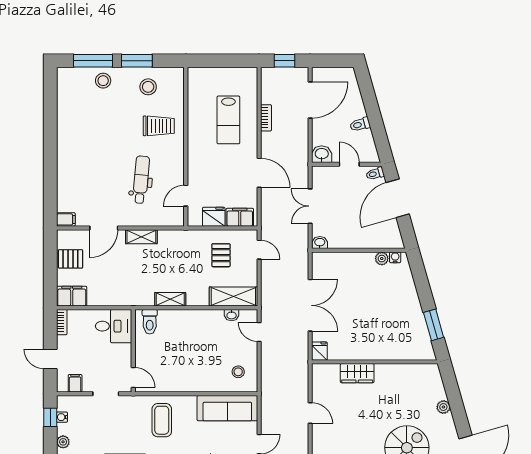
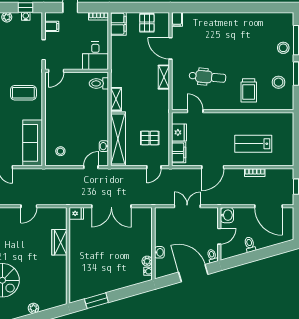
washbasin: (320, 243) -> (159, 252), moved
shelving: (233, 296) -> (118, 139), width x1.47

